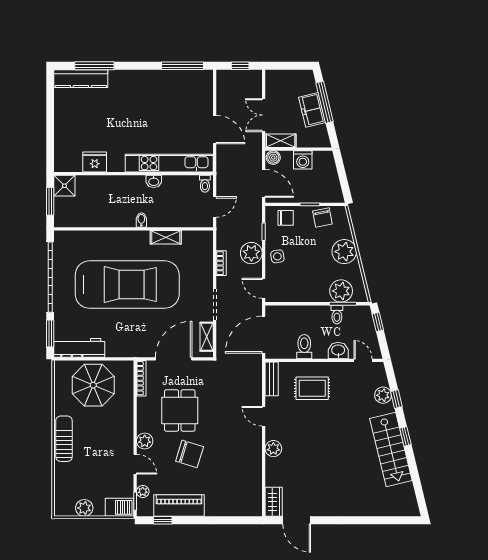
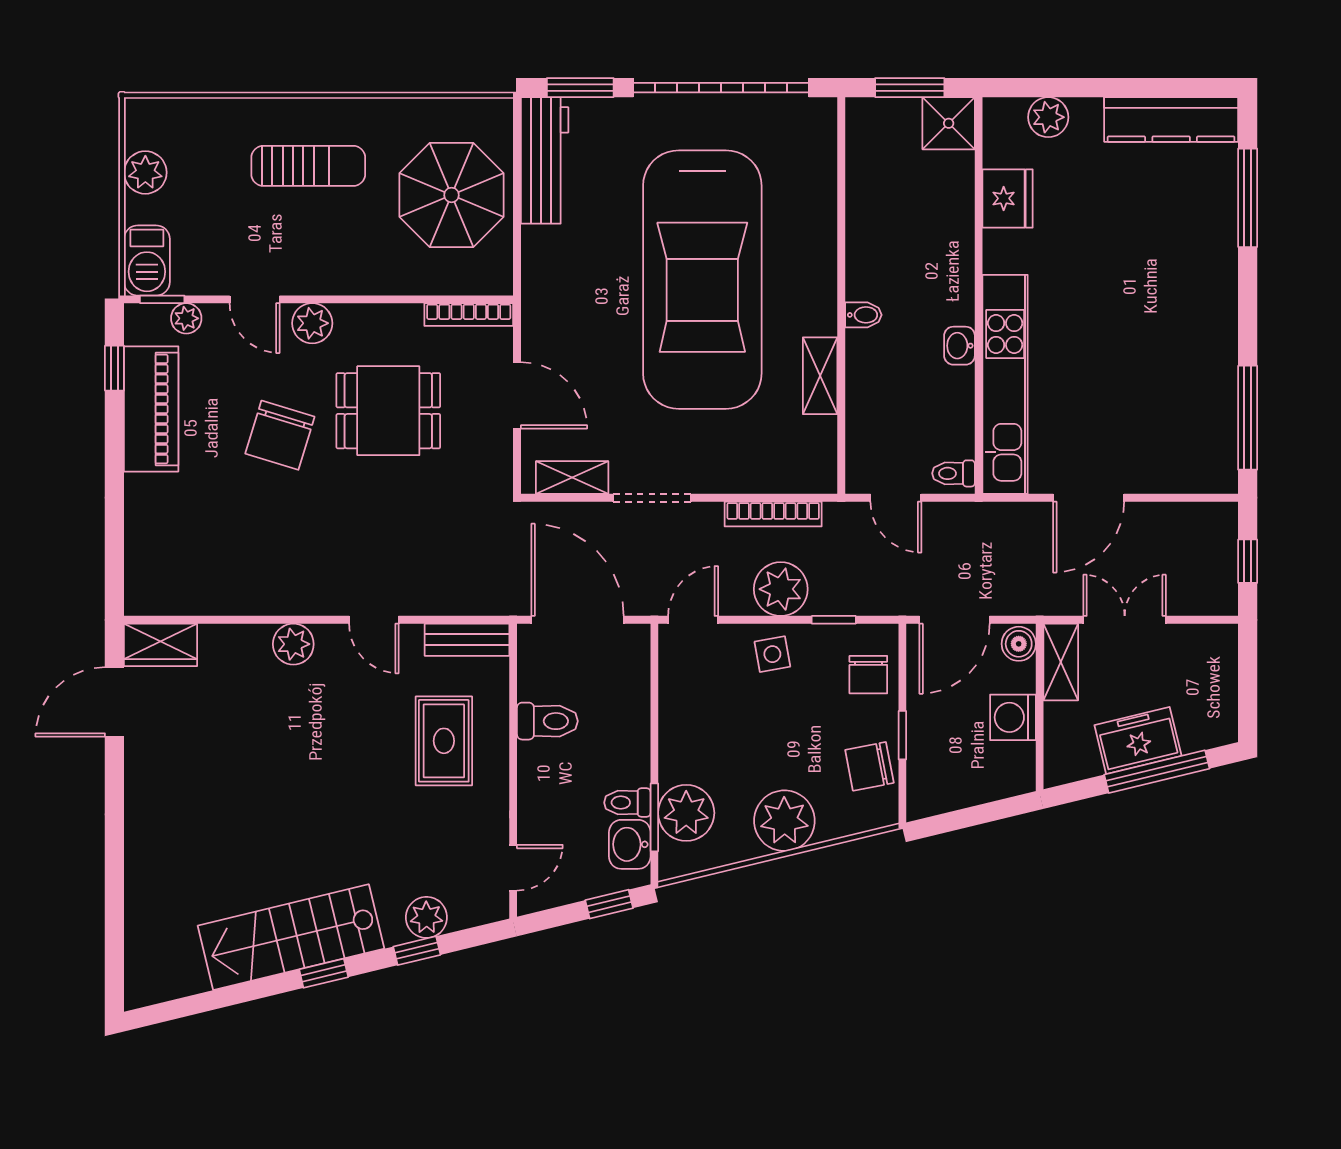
kitchen counter: (81, 79) -> (1171, 119), moved, turned -90
plant: (62, 146) -> (1048, 117), added
bookcase: (221, 263) -> (773, 514), width x1.56
washbasin: (338, 351) -> (630, 844), moved, turned 180
door: (174, 359) -> (517, 395), width x0.73
door: (264, 416) -> (374, 620), swing flipped
sun lounger: (64, 439) -> (308, 166), moved
door: (135, 464) -> (255, 299), hinge flipped

